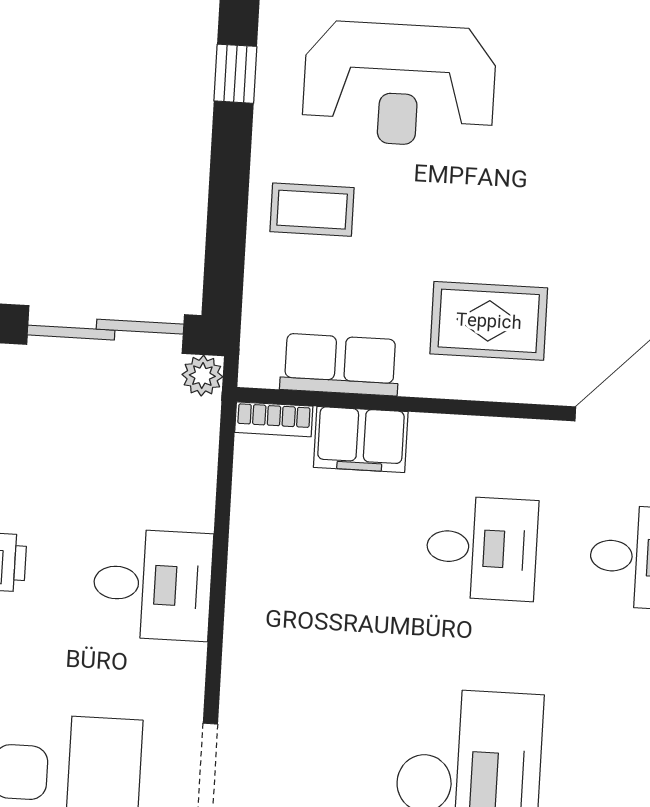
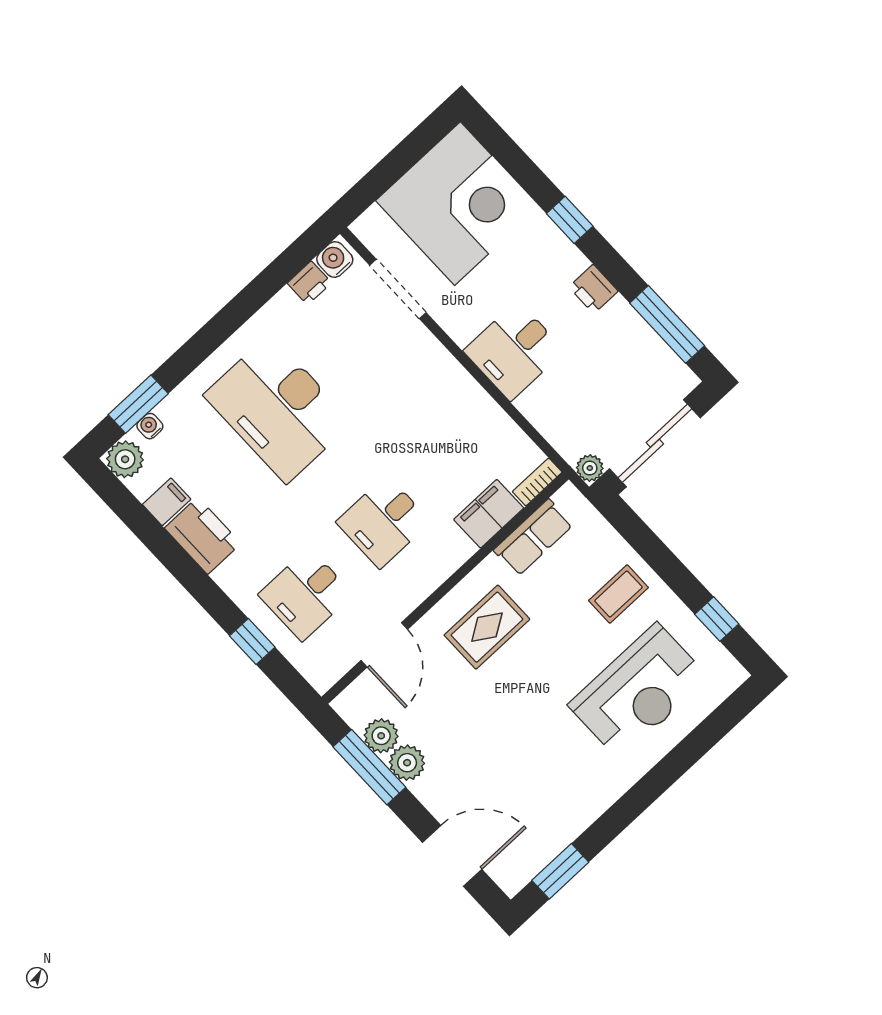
reception desk: (399, 84) -> (638, 691), turned 180

